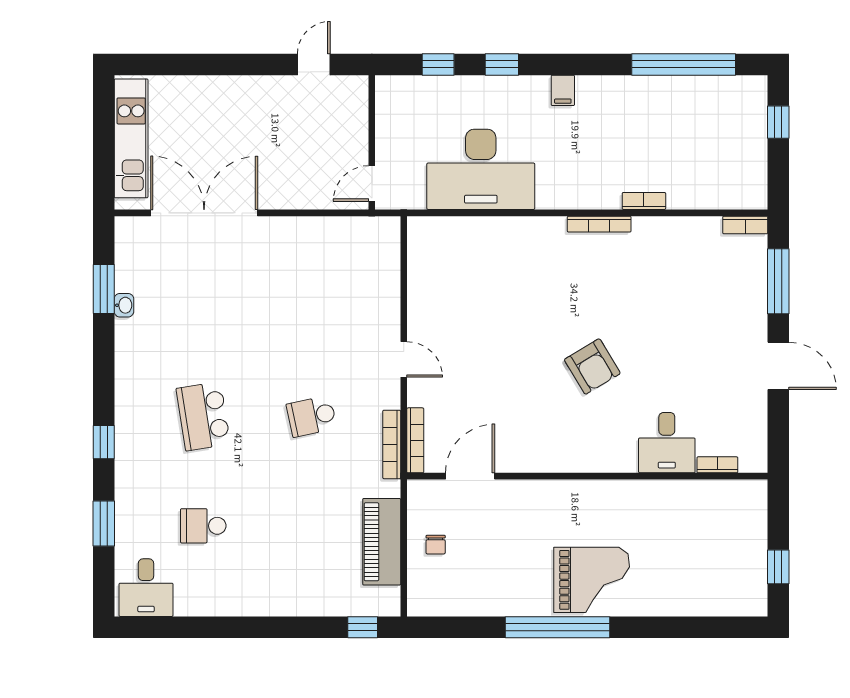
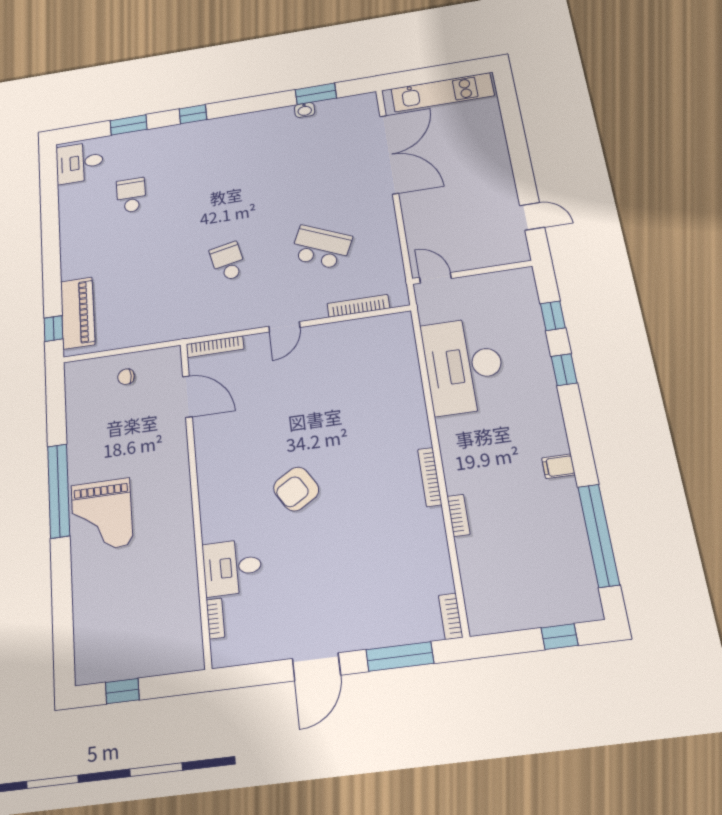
filing cabinet: (563, 90) -> (558, 466), moved
school desk: (203, 416) -> (321, 247), moved, turned 33
bookcase: (392, 444) -> (358, 306), moved
piano: (382, 542) -> (78, 313), moved, turned 90

